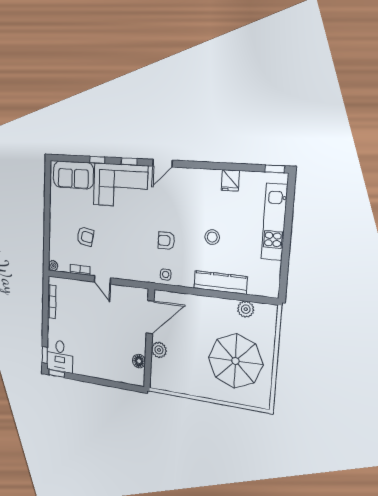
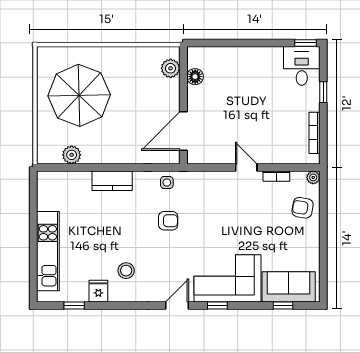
window: (97, 160) -> (283, 306), moved
window: (275, 169) -> (74, 306), moved
armchair: (85, 236) -> (303, 208), moved
stool: (212, 237) -> (126, 271), moved
kitchen counter: (220, 282) -> (112, 181), width x0.67
plant: (159, 350) -> (171, 68), moved
window: (45, 355) -> (323, 92), moved

